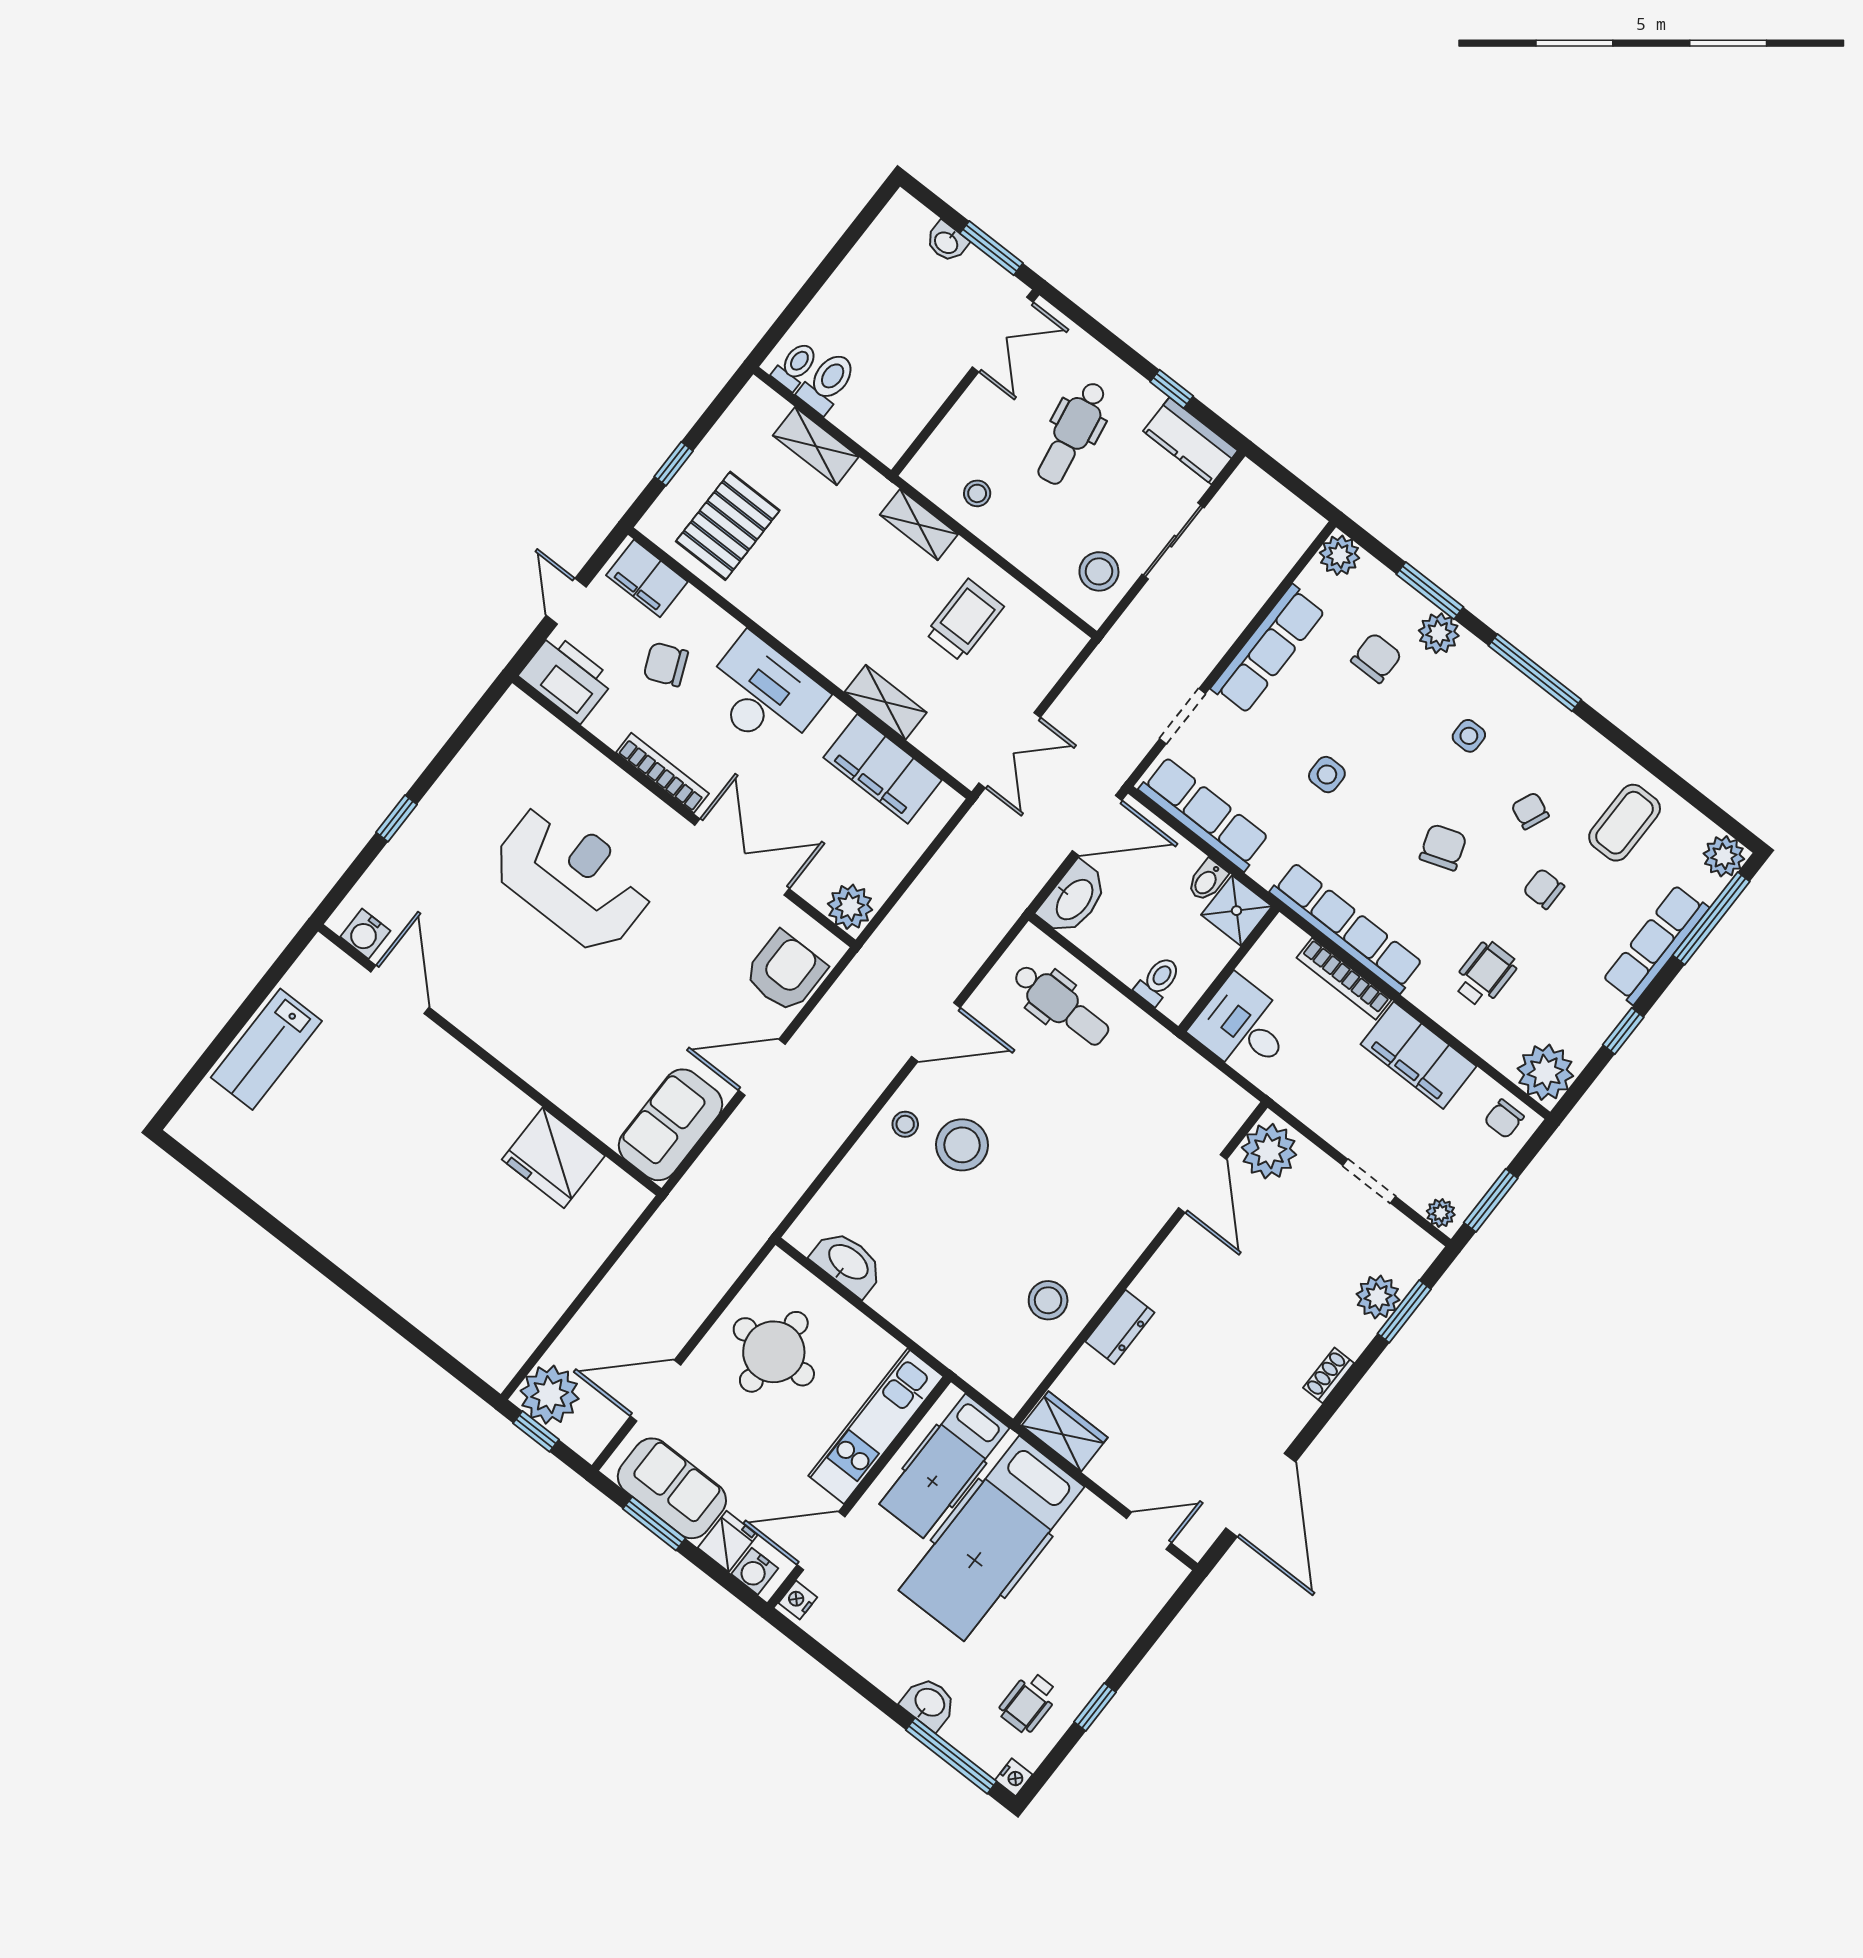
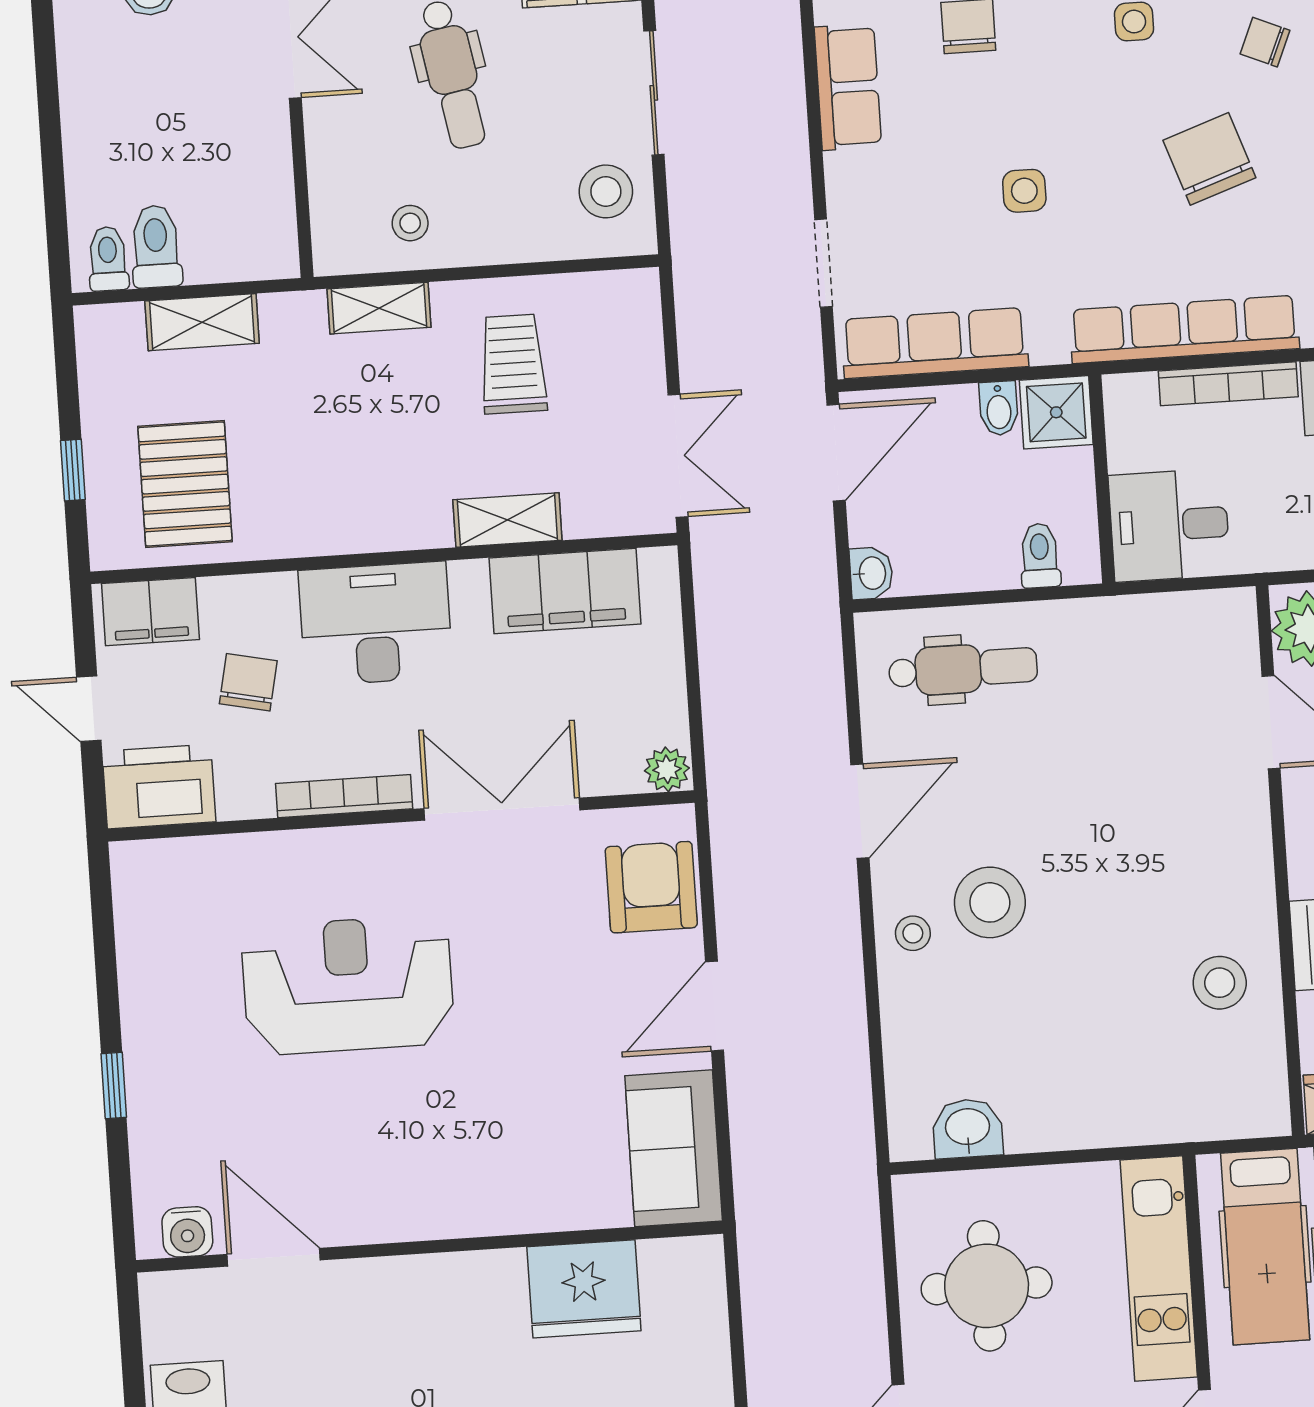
row of seats: (1268, 649) -> (848, 87), width x0.68
chair: (666, 664) -> (248, 682), turned 125
chair: (1443, 847) -> (1209, 159), width x1.37, depth x1.37
washbasin: (1074, 899) -> (871, 573), width x0.52, depth x0.69
plant: (850, 907) -> (667, 769), width x0.73, depth x0.73
washbasin: (848, 1263) -> (968, 1128), width x0.72

